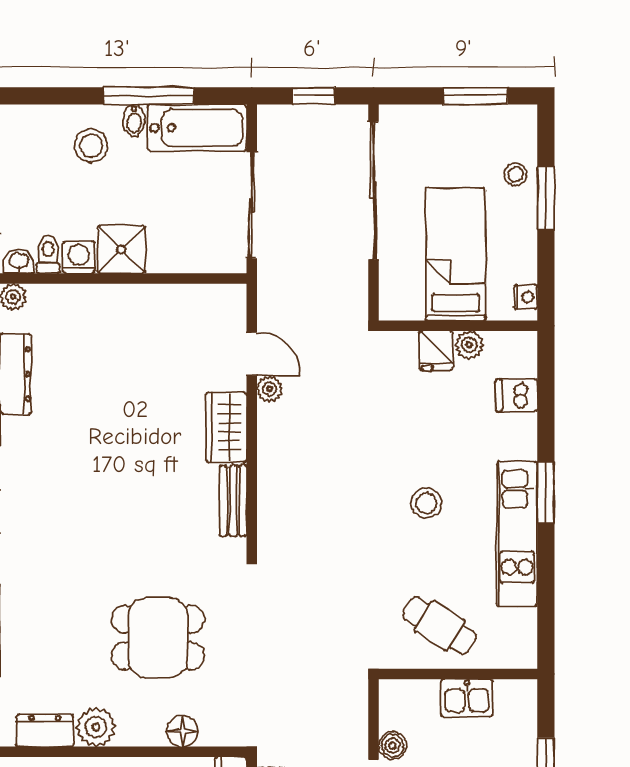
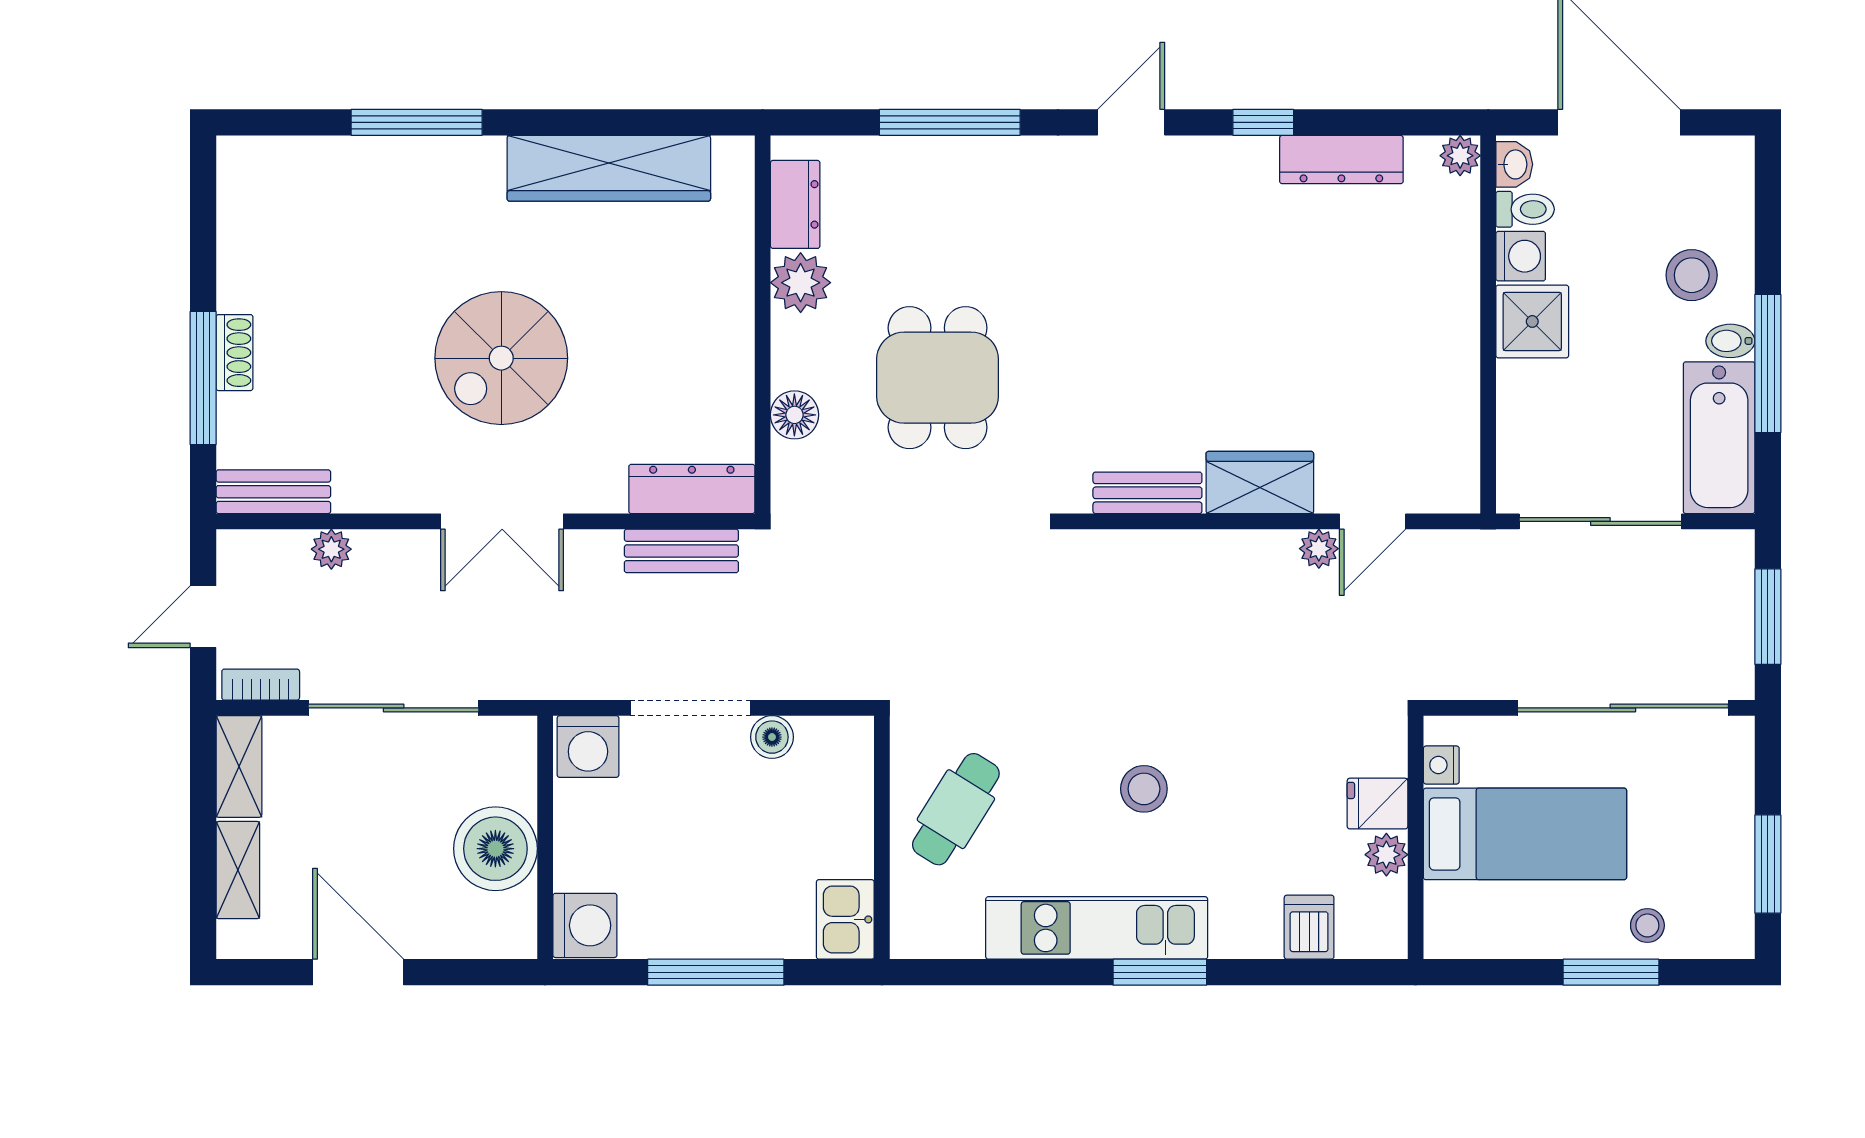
window: (314, 96) -> (1768, 617), width x1.50
nightstand: (526, 297) -> (1441, 765), moved, turned 90
kitchen sink: (467, 698) -> (845, 919), moved

